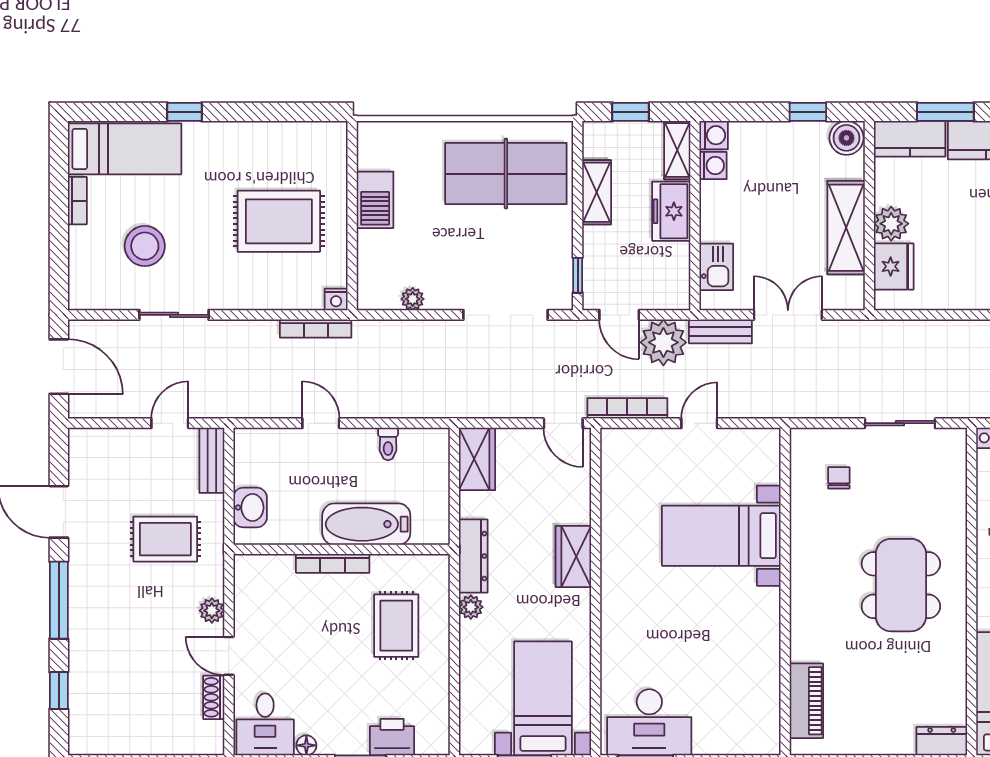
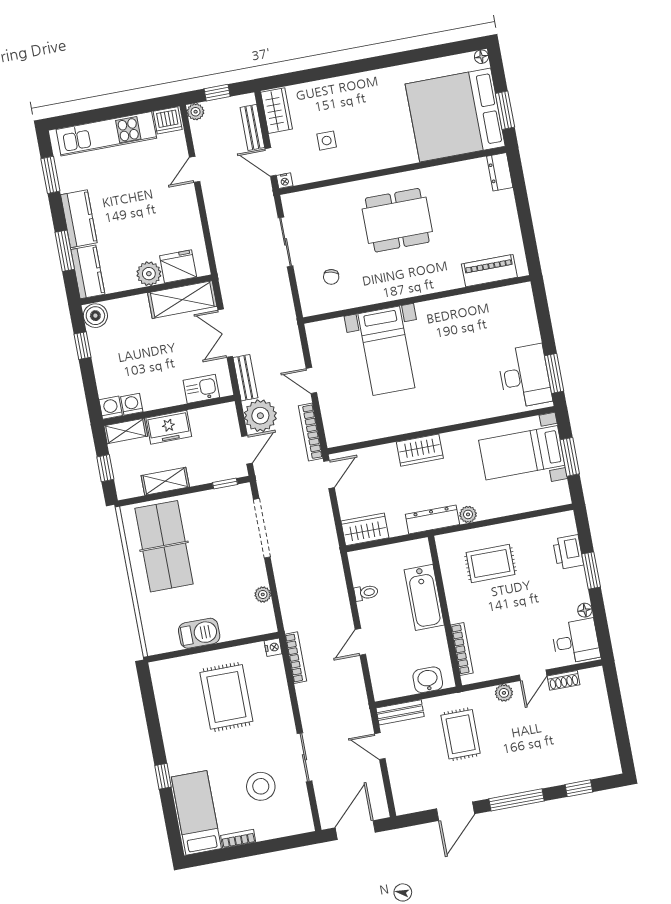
shelving: (846, 228) -> (182, 300), moved
chair: (839, 478) -> (331, 277), turned -76
bookcase: (333, 563) -> (462, 649), moved

